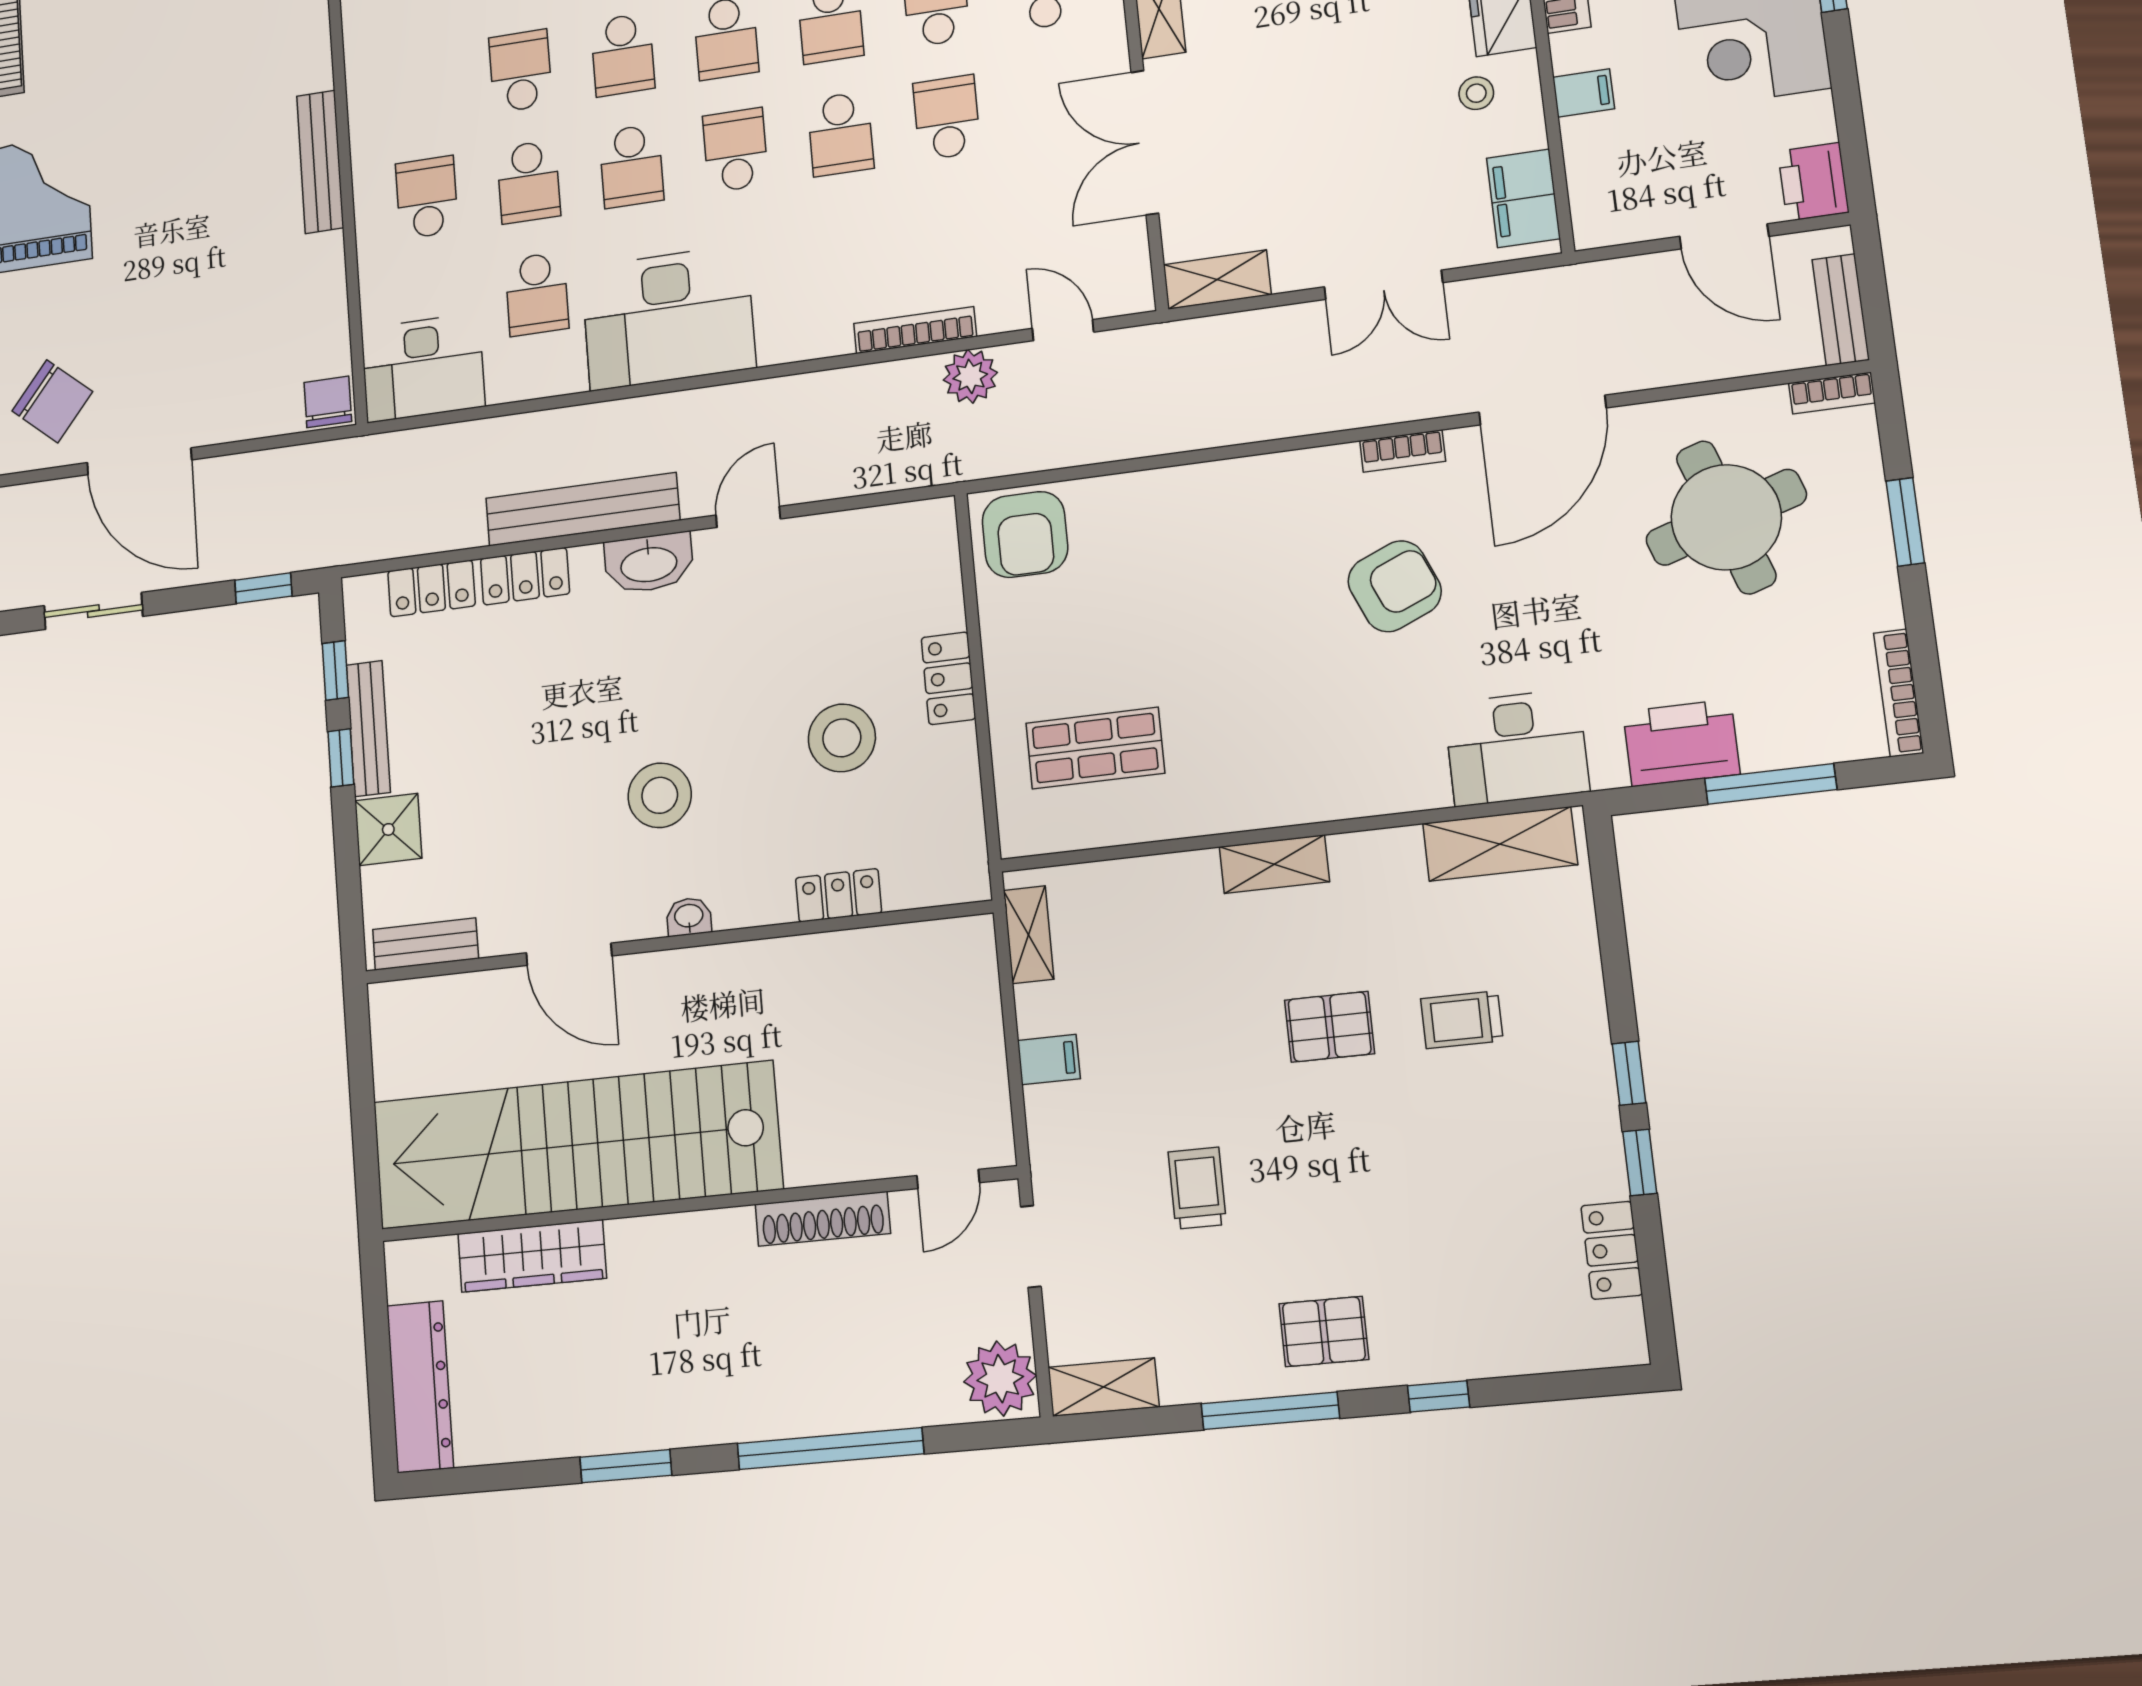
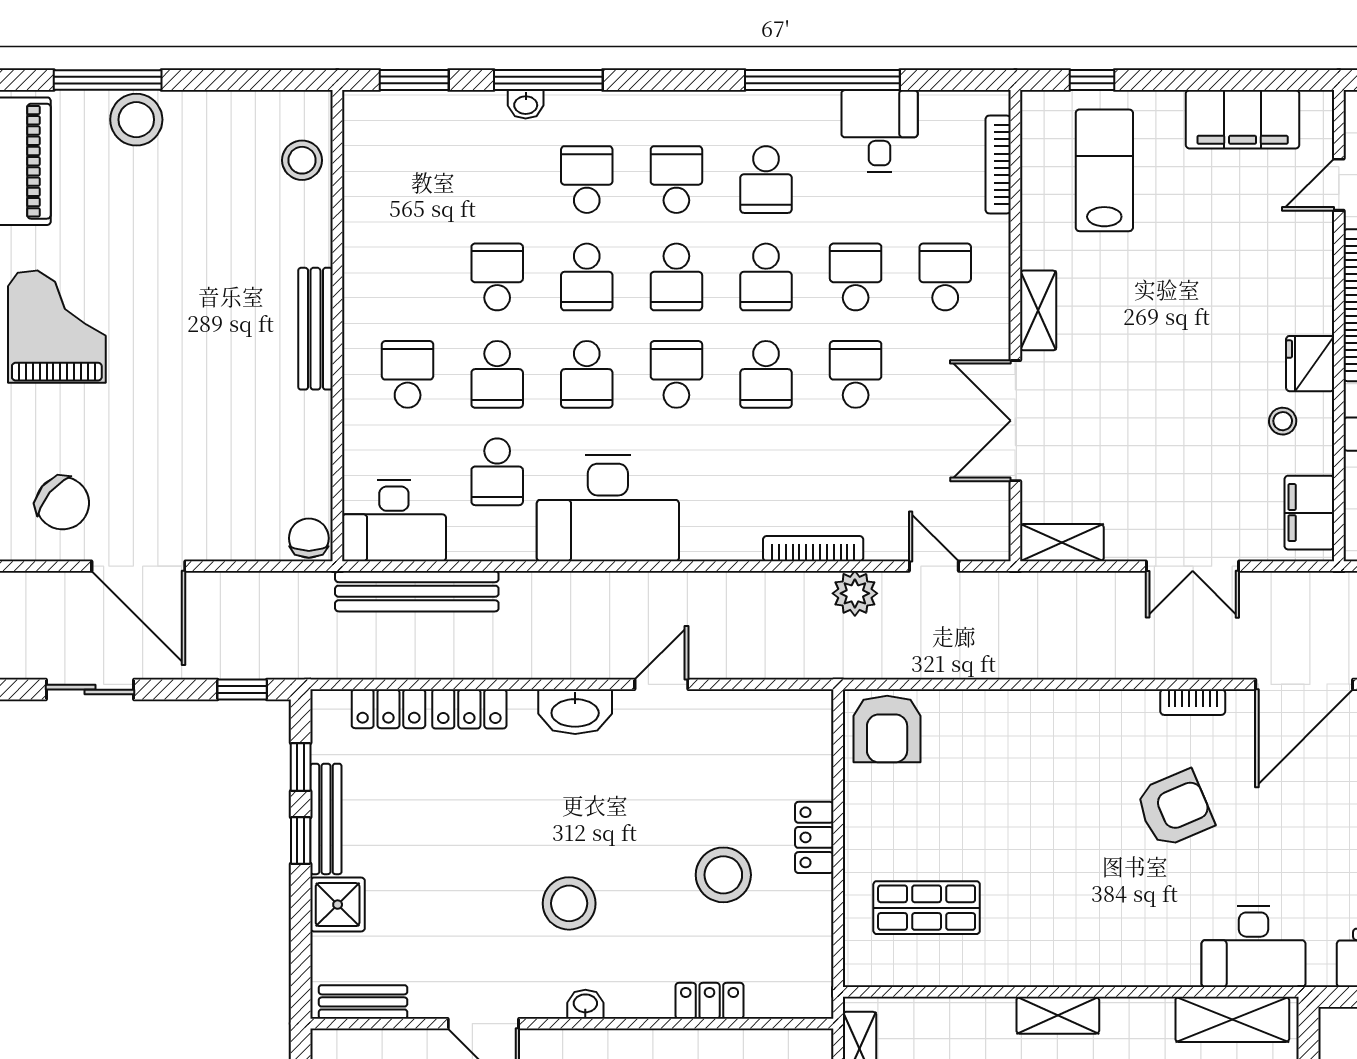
bench: (583, 509) -> (417, 591), moved

